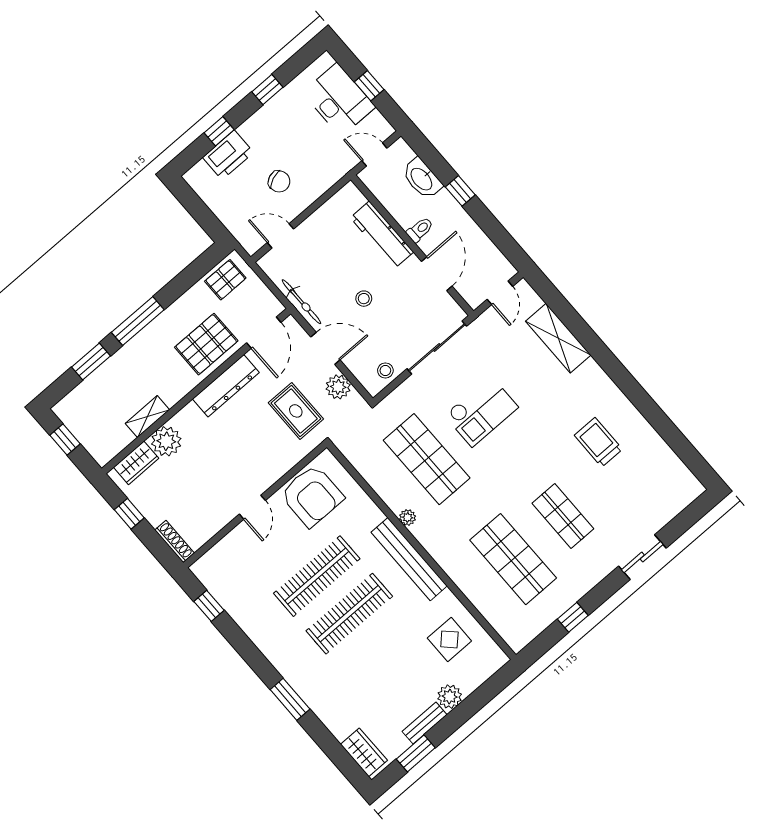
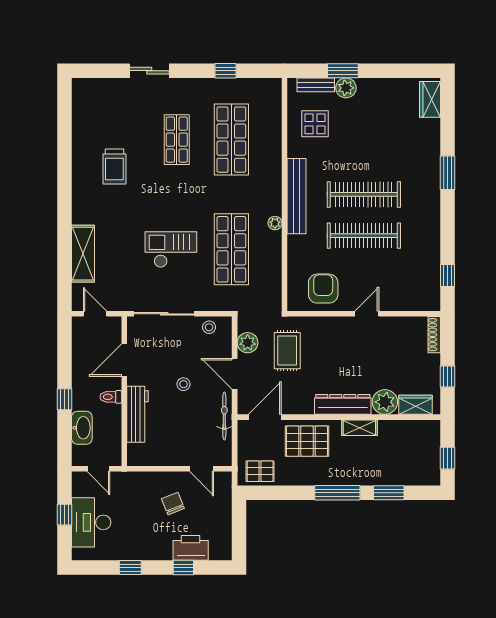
door: (500, 293) -> (95, 314), hinge flipped
dresser: (226, 386) -> (343, 404), moved
shelving: (147, 417) -> (359, 428), moved
armchair: (312, 496) -> (323, 289), width x0.73, depth x0.73
bench: (425, 723) -> (316, 85), moved
window: (416, 753) -> (343, 71), moved

